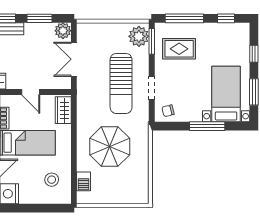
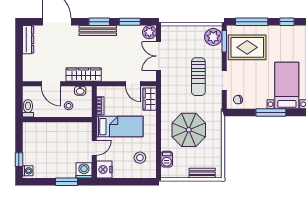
rug: (179, 49) -> (247, 47), width x1.36, depth x1.43
sun lounger: (121, 83) -> (198, 77), width x0.73, depth x0.75
door: (31, 92) -> (133, 84), moved
bench: (126, 198) -> (202, 173), added

